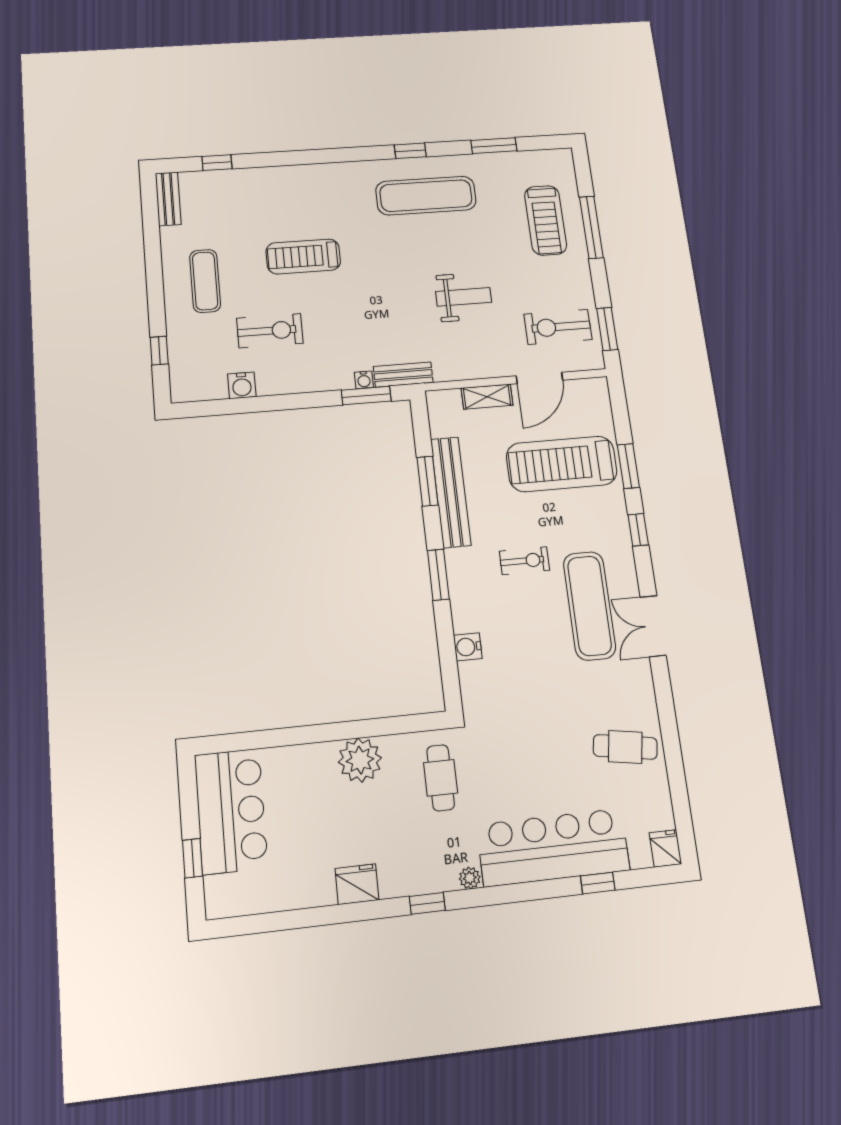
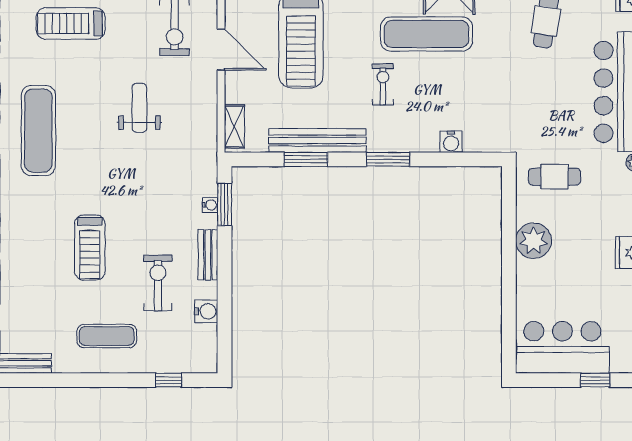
treadmill: (546, 220) -> (71, 23), turned 180
bench: (403, 375) -> (208, 255), moved
shelving: (487, 397) -> (234, 126), moved

